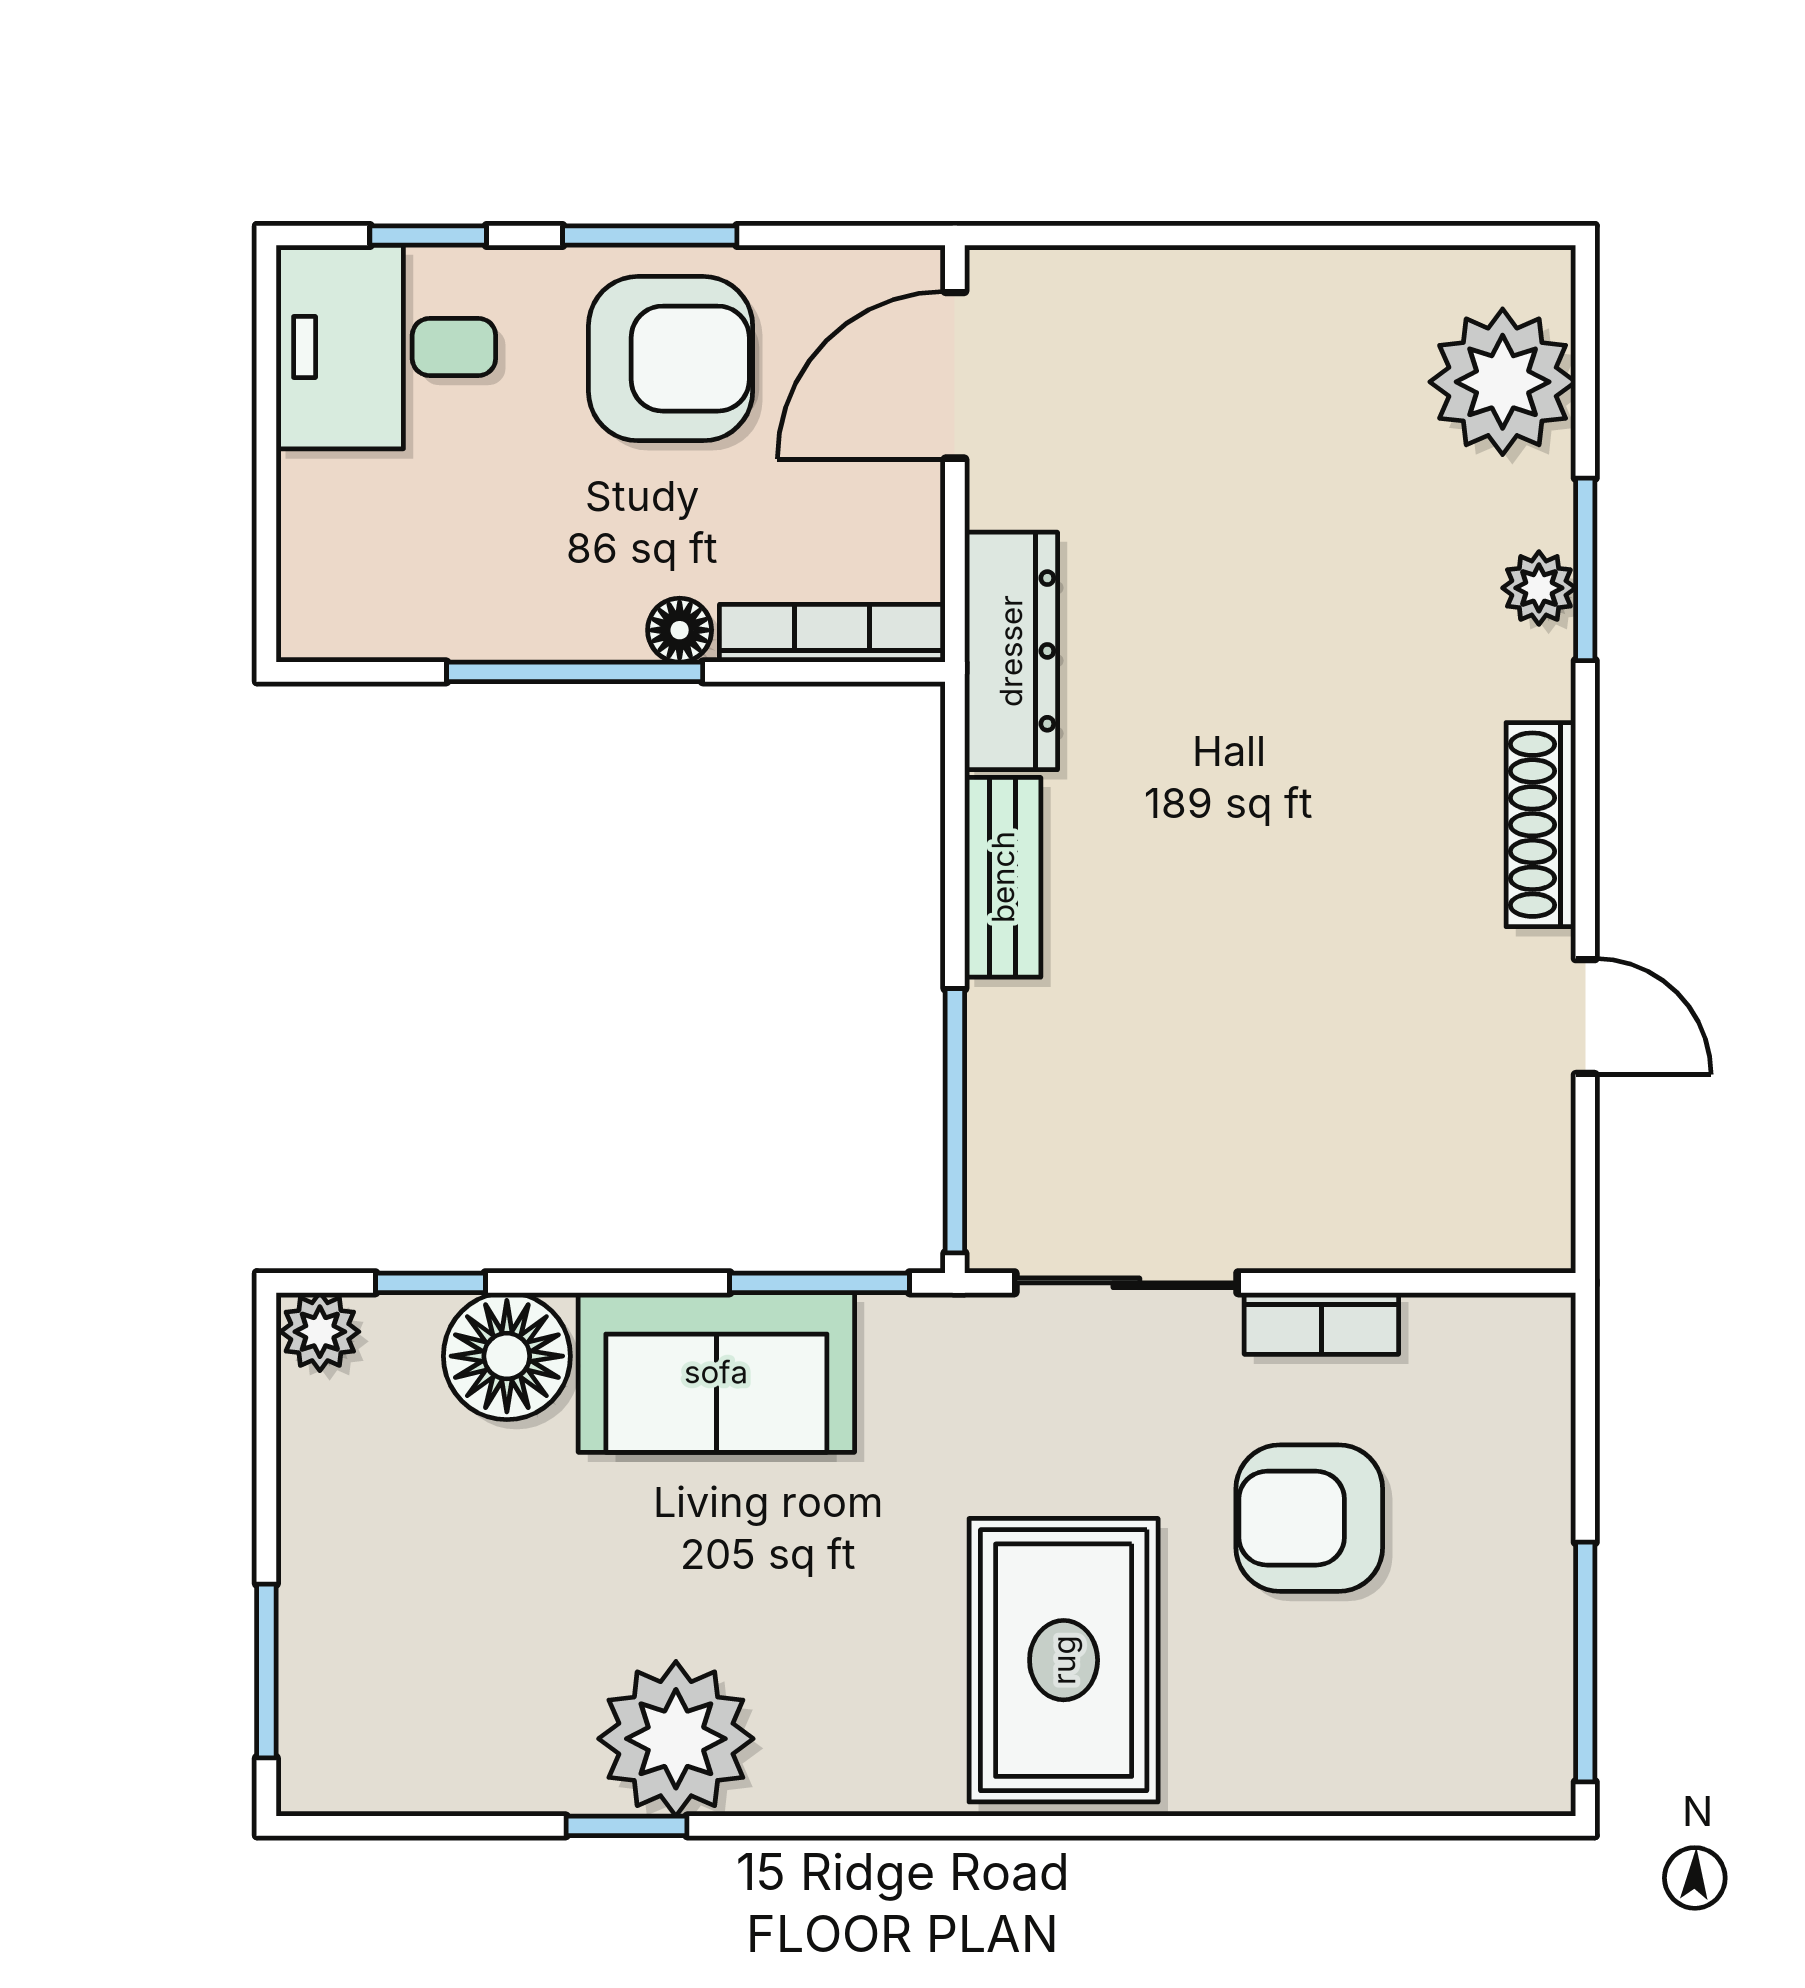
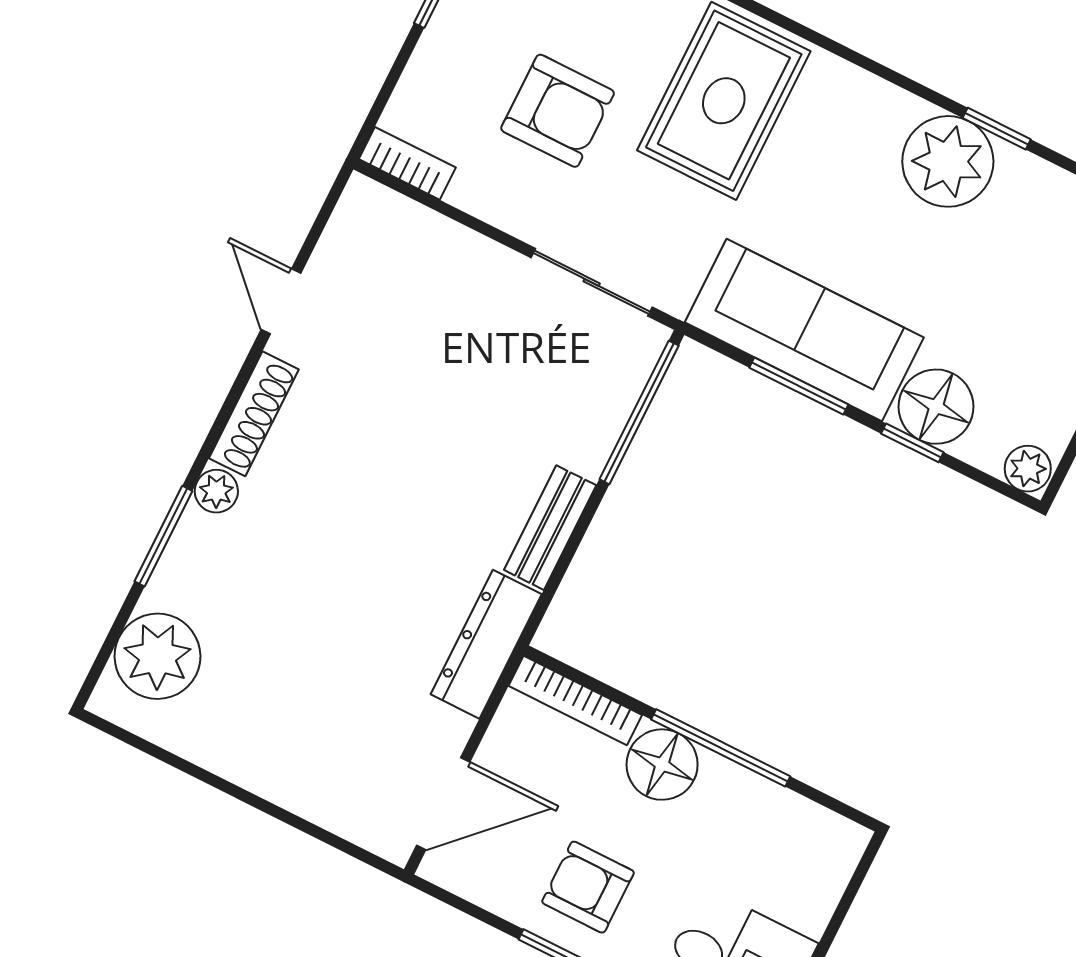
armchair: (671, 359) -> (588, 887), width x0.72, depth x0.72
plant: (1539, 588) -> (216, 491), moved
floor lamp: (680, 630) -> (662, 765), width x1.89, depth x1.89
window: (430, 1283) -> (912, 443), moved
window: (820, 1283) -> (799, 386), moved
bookcase: (1321, 1323) -> (407, 163), moved
sofa: (716, 1372) -> (804, 330), width x1.36

